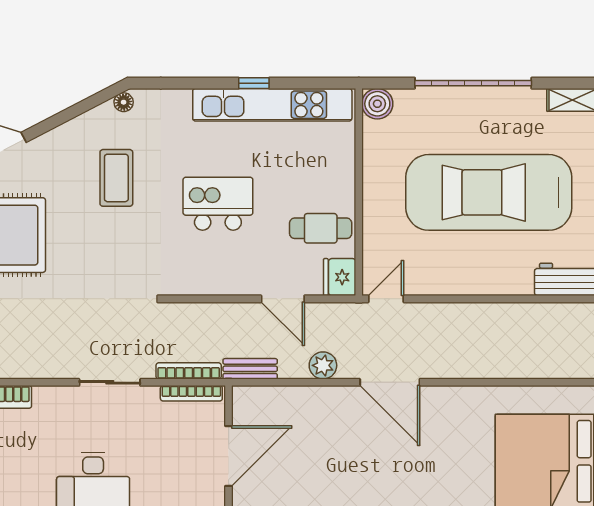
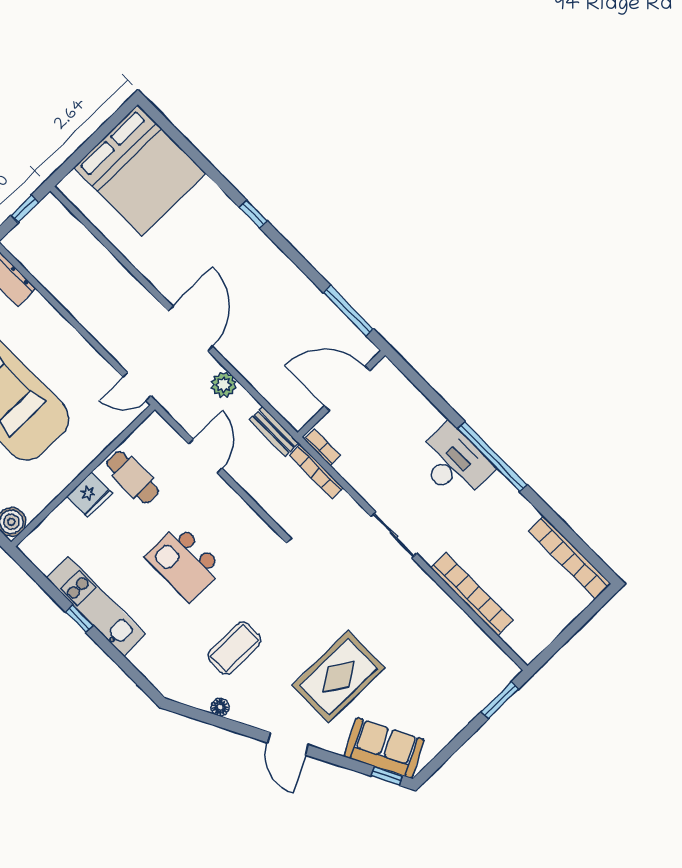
floor lamp: (124, 102) -> (220, 707), moved
kitchen unit: (272, 105) -> (96, 606), width x0.73
fridge: (340, 277) -> (90, 495), moved
sliding door: (110, 382) -> (394, 535), moved
bookcase: (191, 393) -> (322, 447), width x0.64

